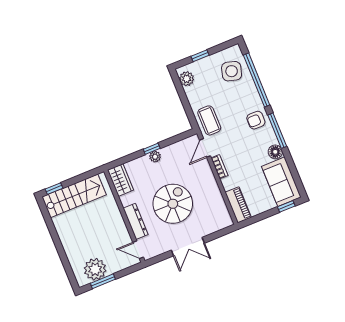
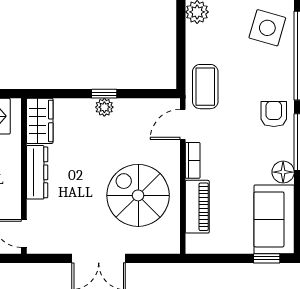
armchair: (256, 120) -> (274, 114), turned 90
spiral stairs: (173, 204) -> (138, 195), moved, turned -90
piano: (238, 205) -> (197, 207), moved
dresser: (136, 221) -> (37, 172), moved

